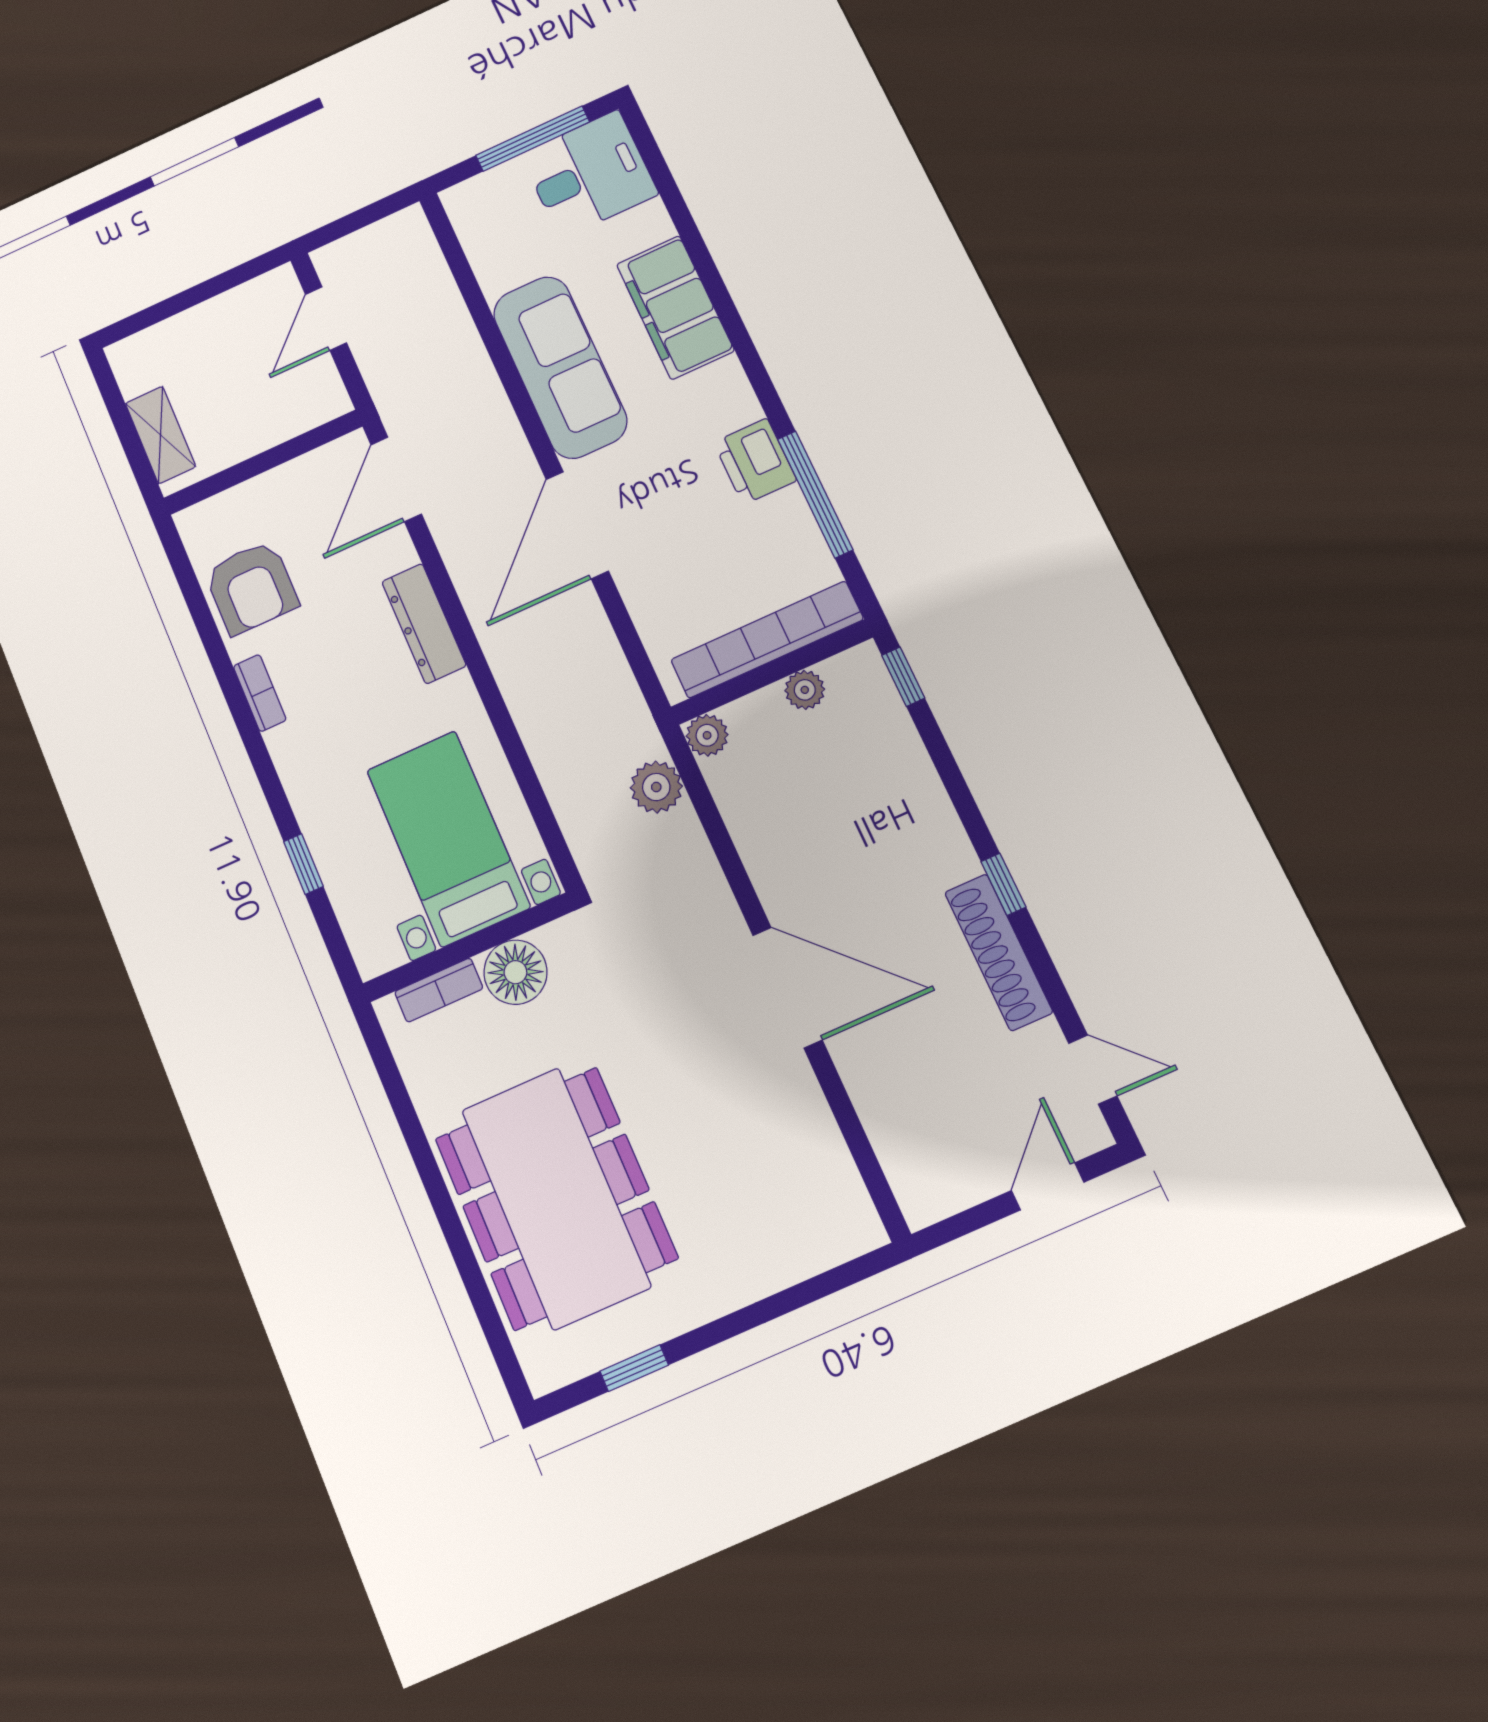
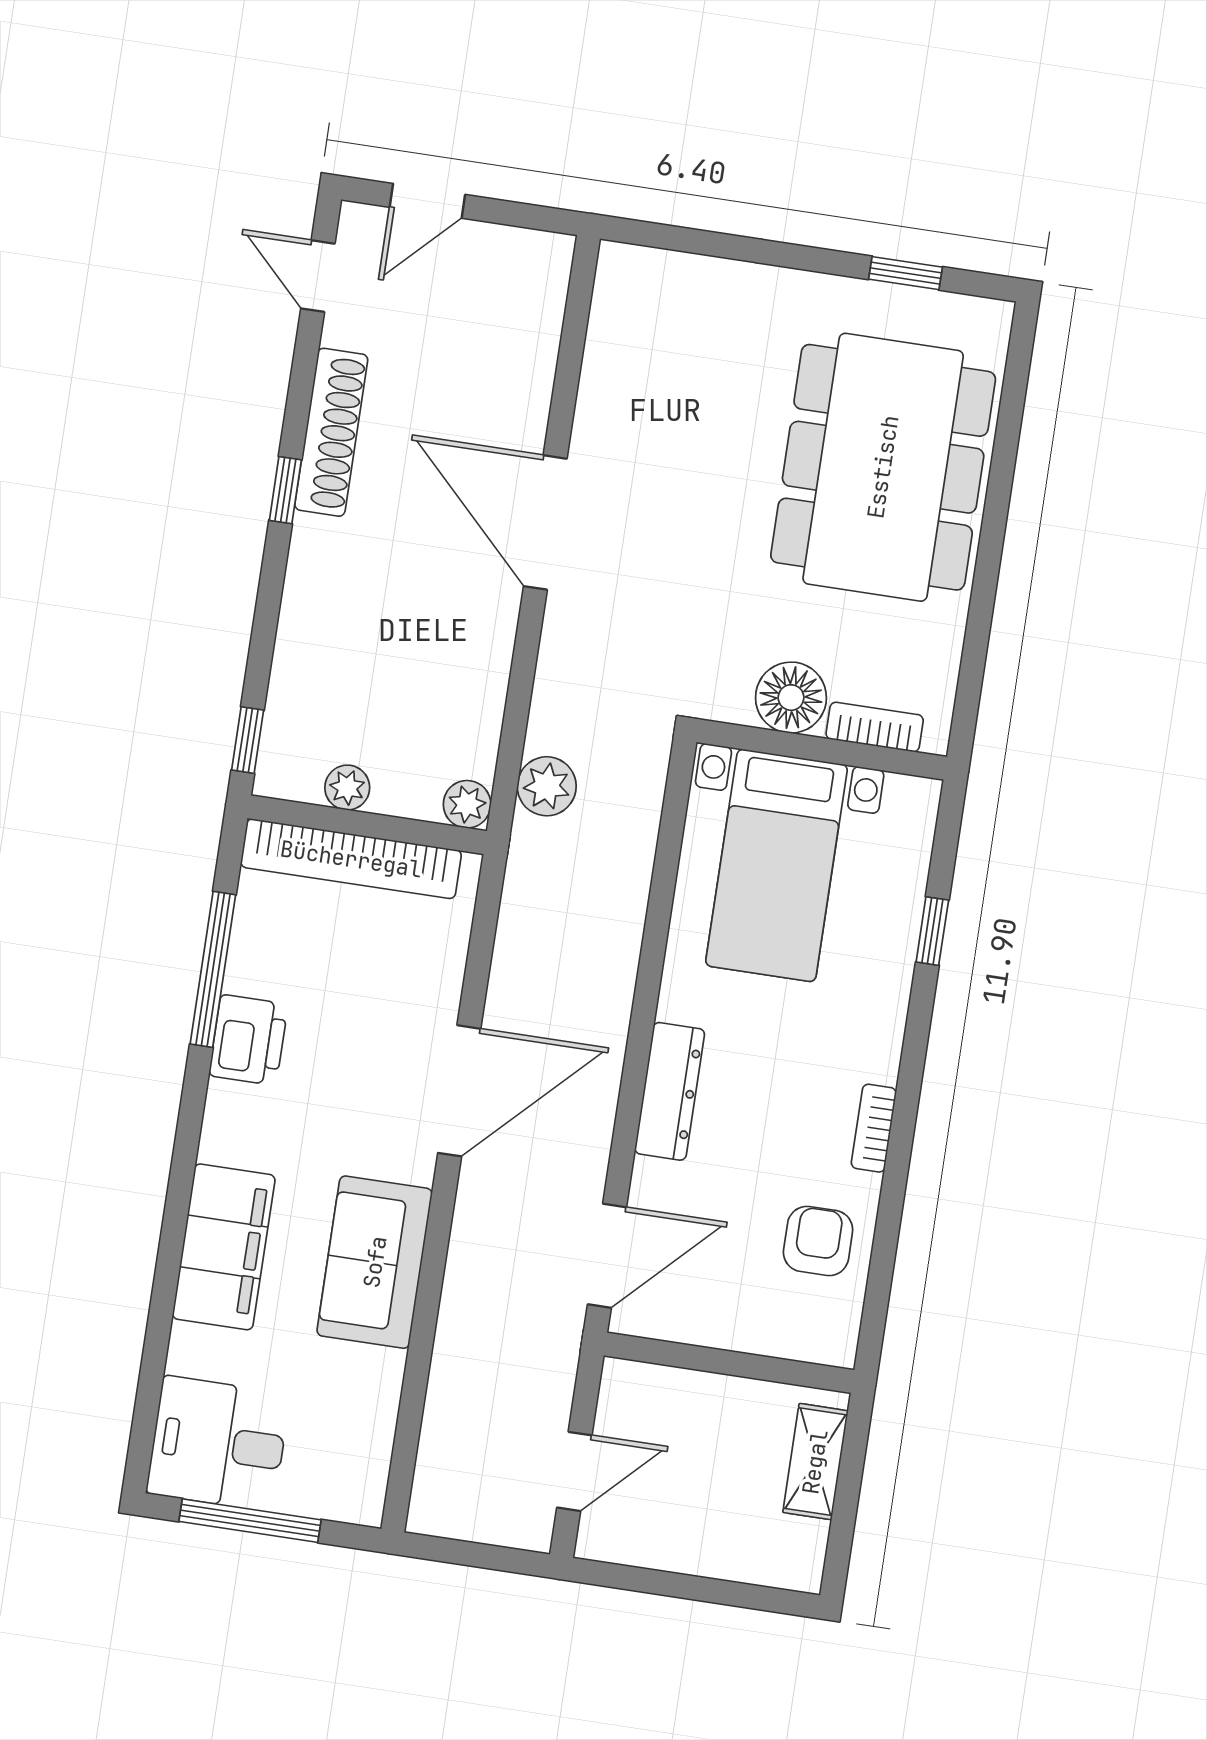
sofa: (560, 367) -> (375, 1262), width x0.73
armchair: (251, 587) -> (818, 1241), width x0.72, depth x0.72

